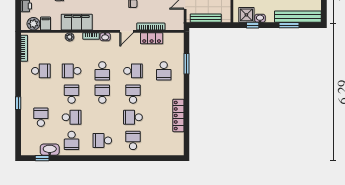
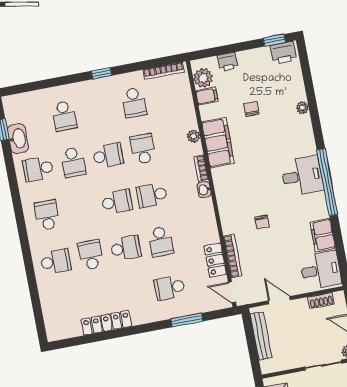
door: (127, 31) -> (232, 292), moved
window: (18, 103) -> (101, 73), moved
school desk: (41, 117) -> (64, 116), turned 90

